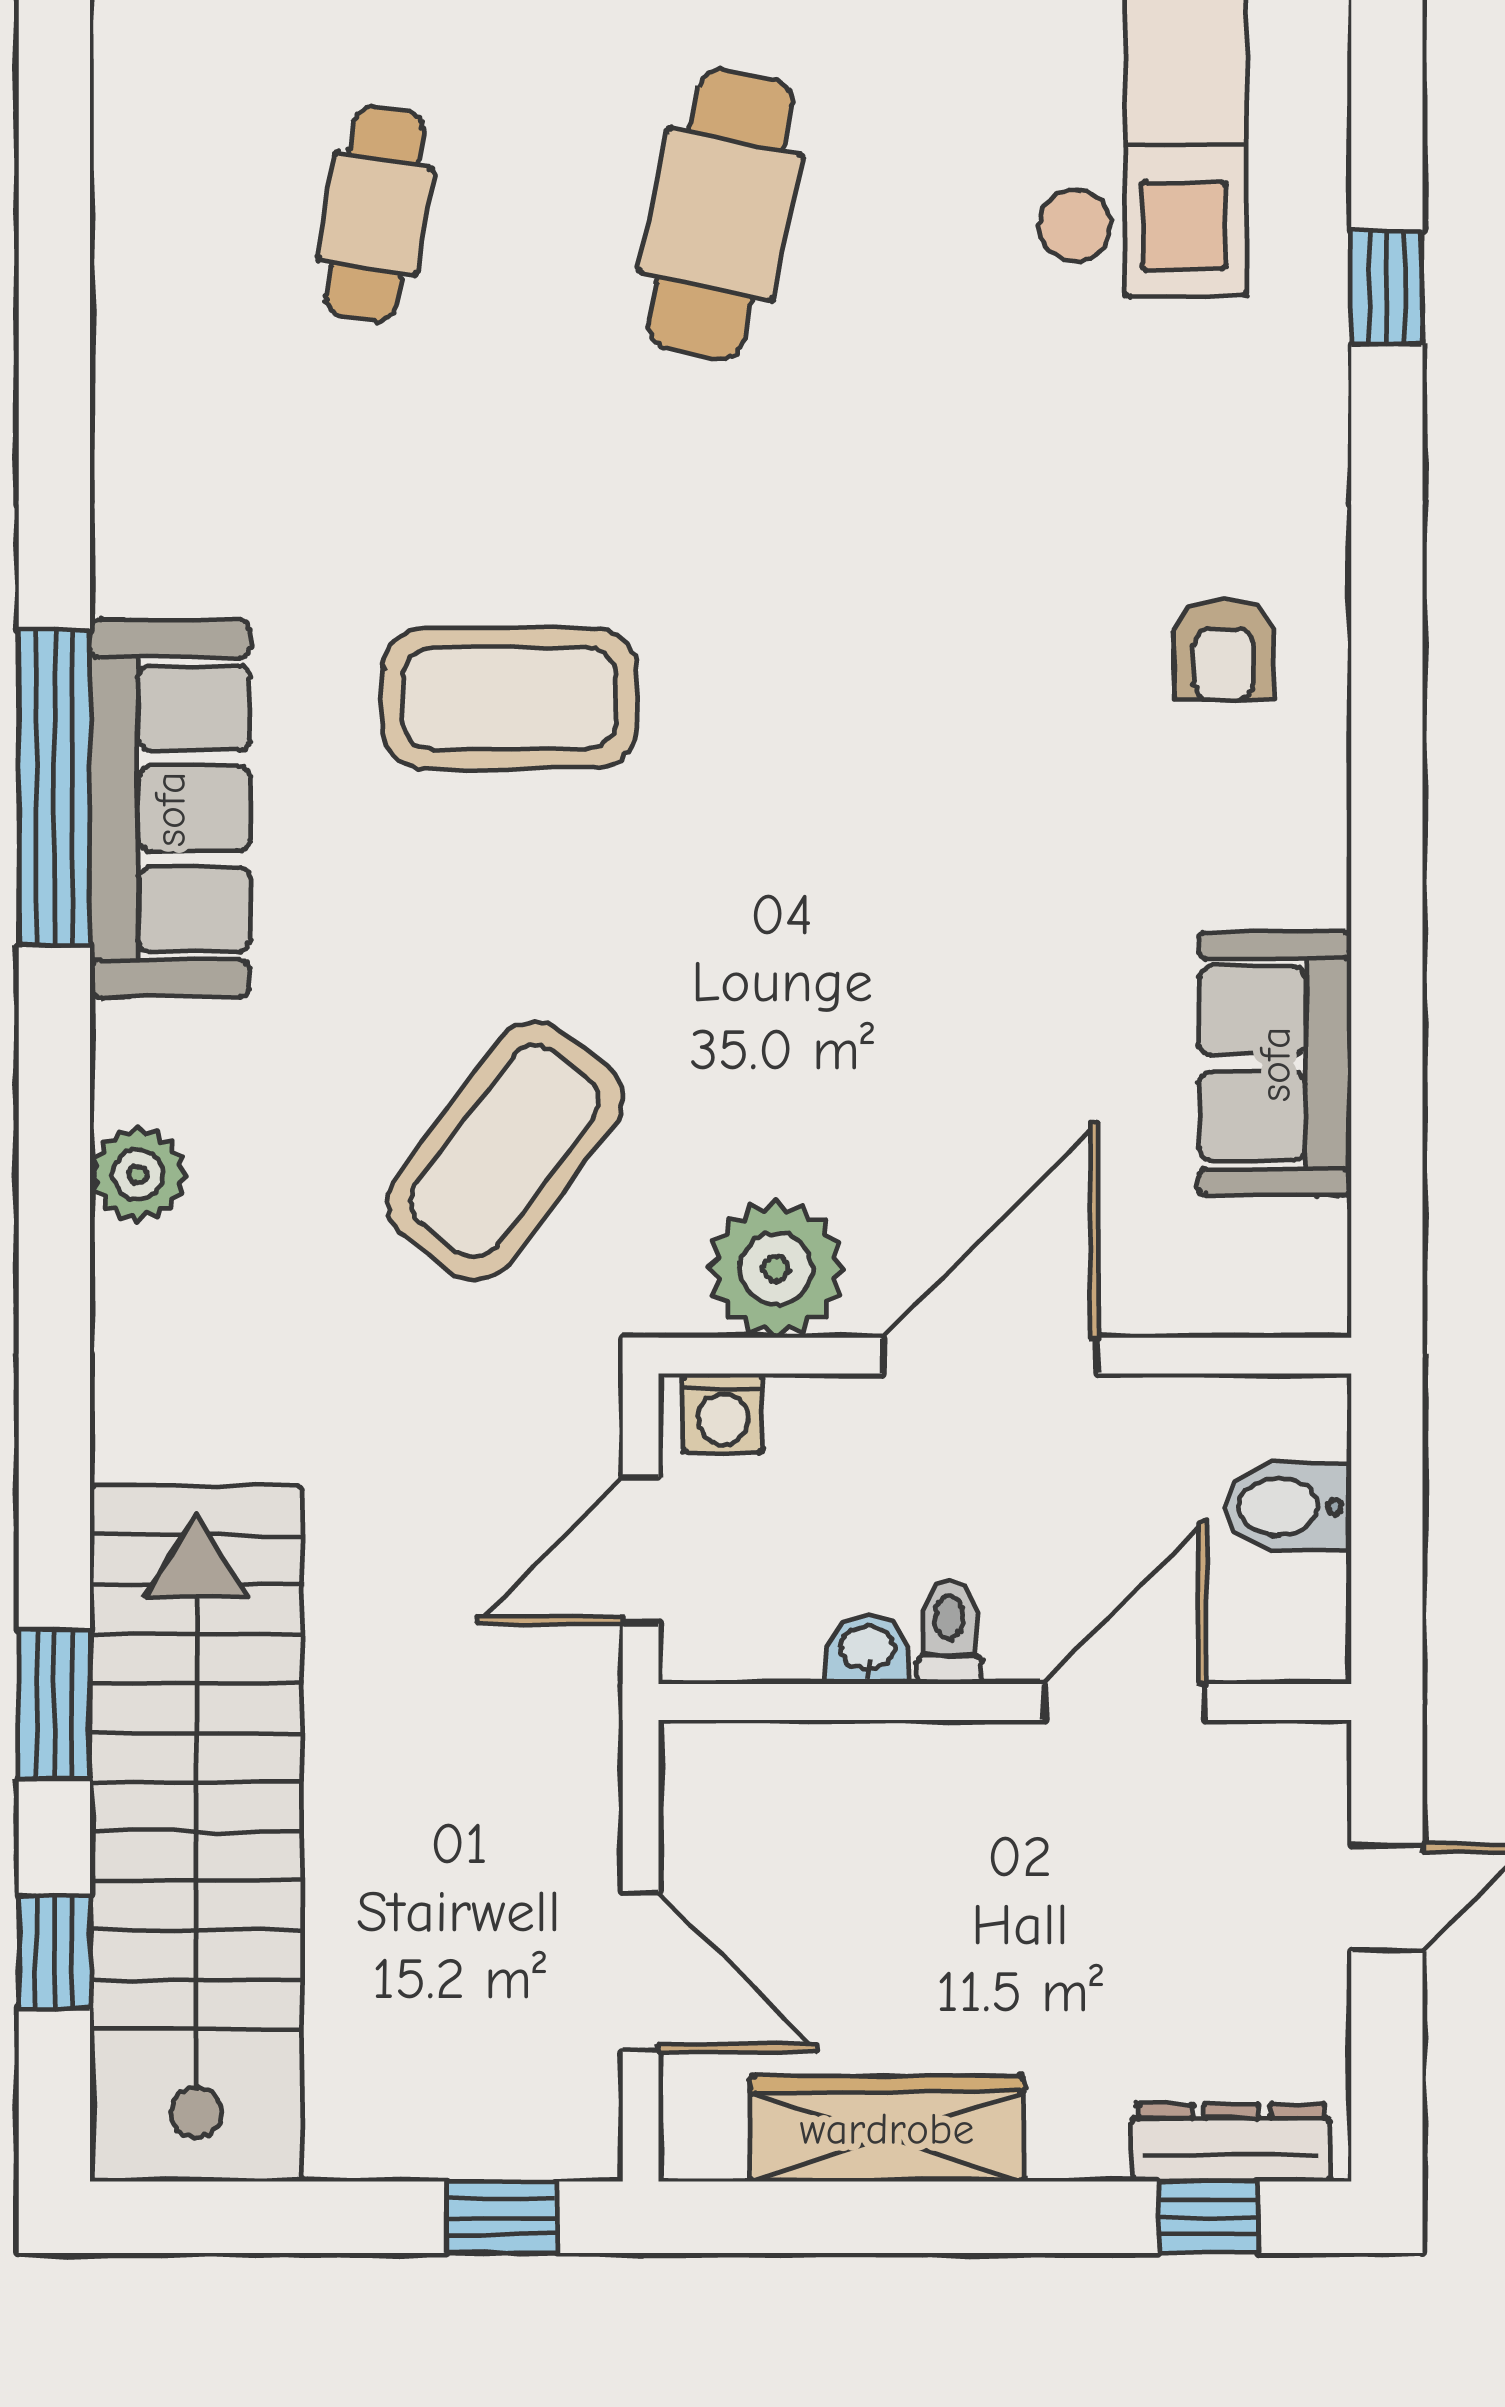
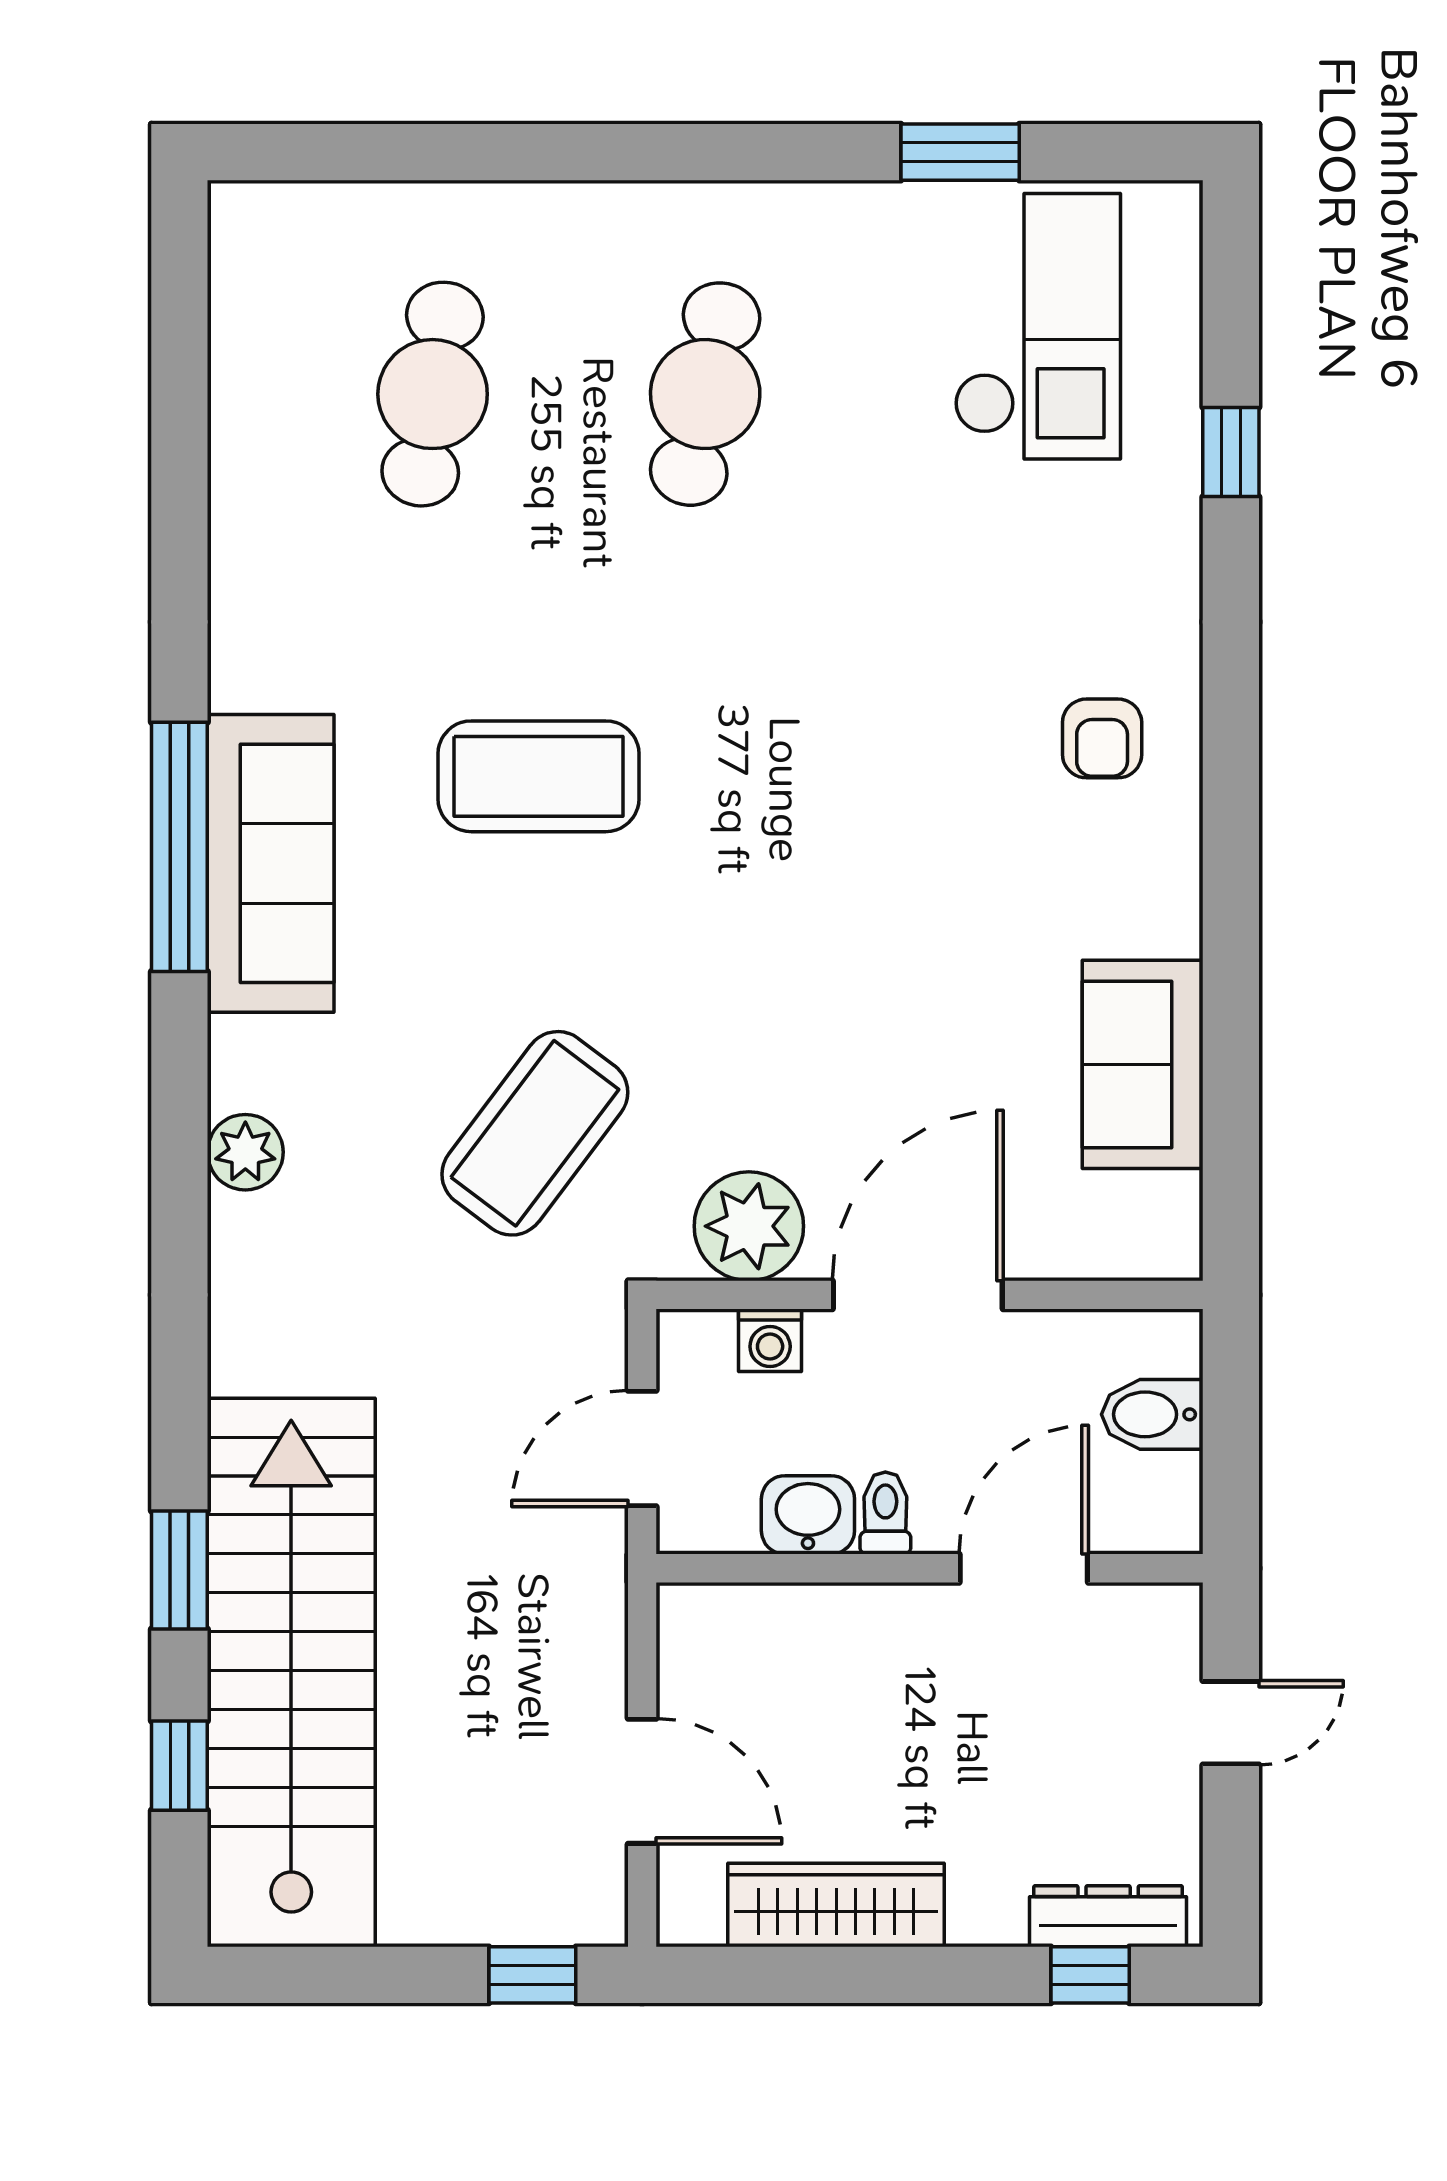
cafe table: (375, 214) -> (433, 394), width x1.37, depth x1.35
washing machine: (723, 1413) -> (770, 1340), moved
washbasin: (867, 1650) -> (808, 1515), width x1.38, depth x1.45

